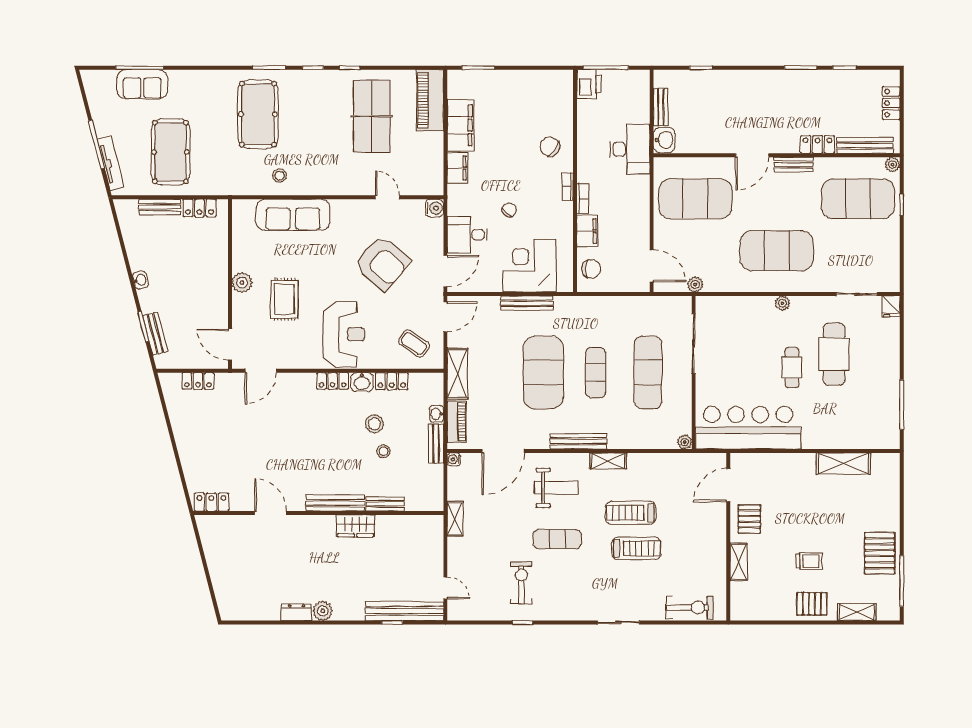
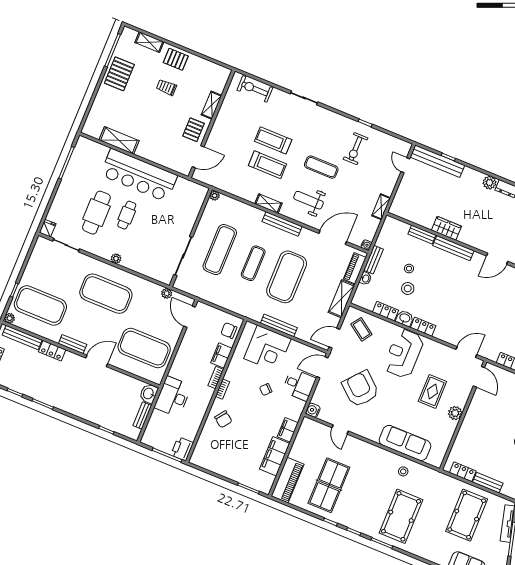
bar counter: (748, 428) -> (139, 175), moved
door: (271, 513) -> (497, 259), hinge flipped

